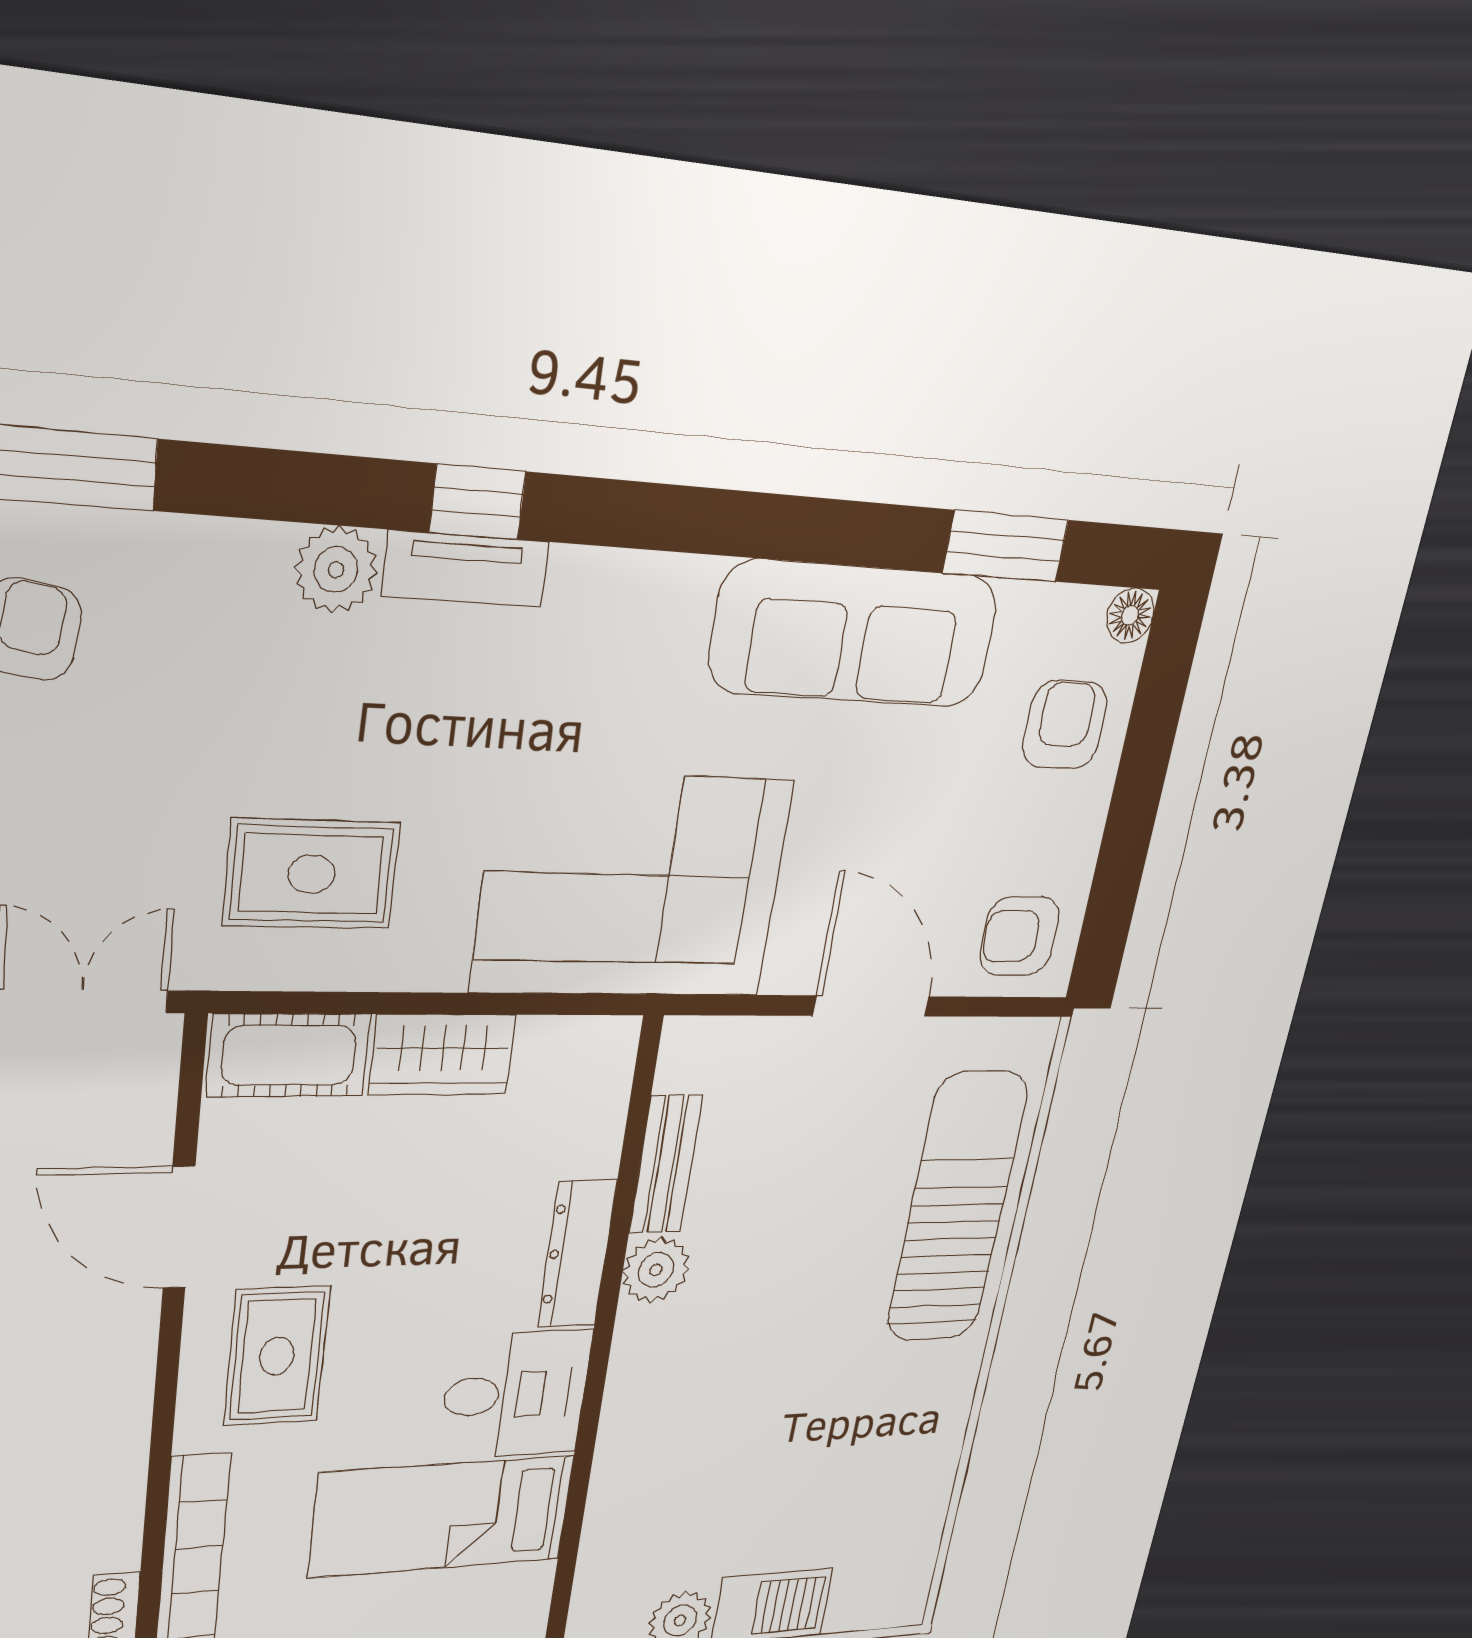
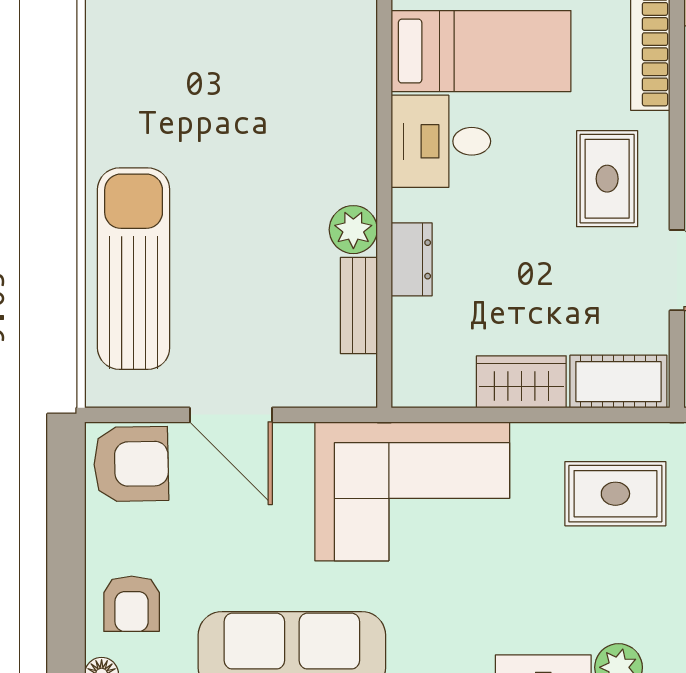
armchair: (1019, 936) -> (131, 464), width x1.38, depth x1.38
sun lounger: (957, 1208) -> (134, 269), turned 180
dresser: (577, 1254) -> (412, 259), width x0.70

